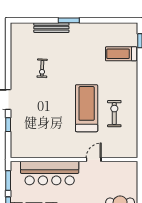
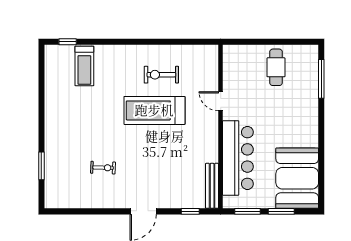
window: (69, 20) -> (41, 166), moved
bench: (51, 28) -> (212, 186), moved
window: (8, 125) -> (190, 211), moved

